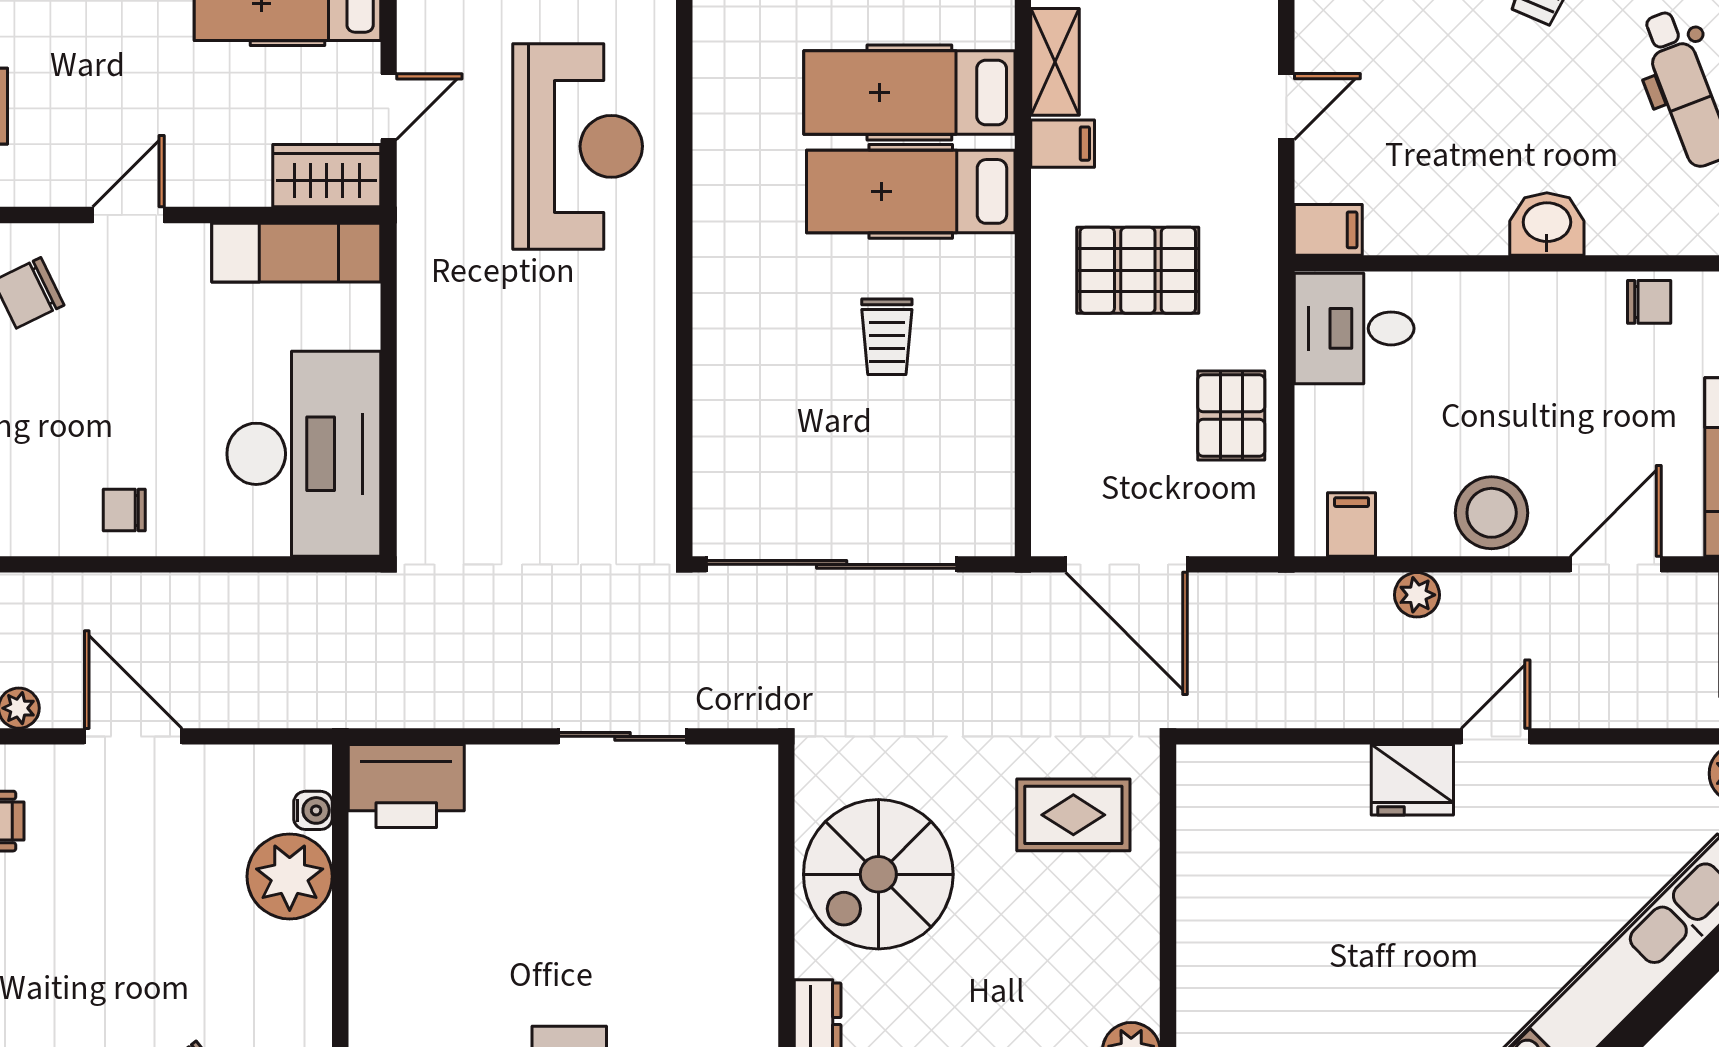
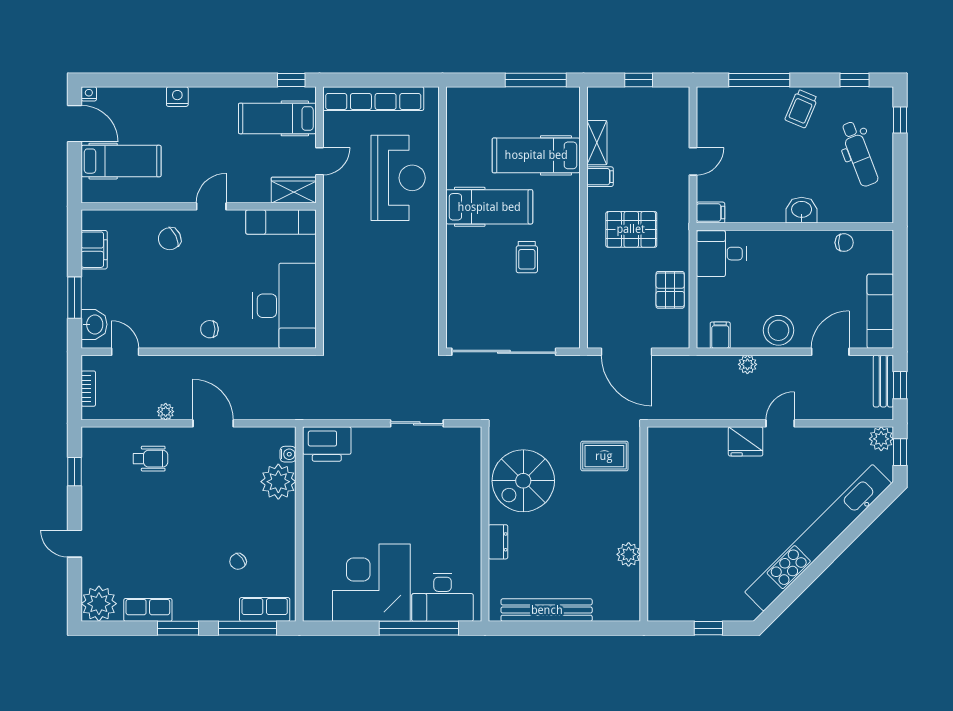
hospital bed: (911, 191) -> (489, 207), moved, turned 180

